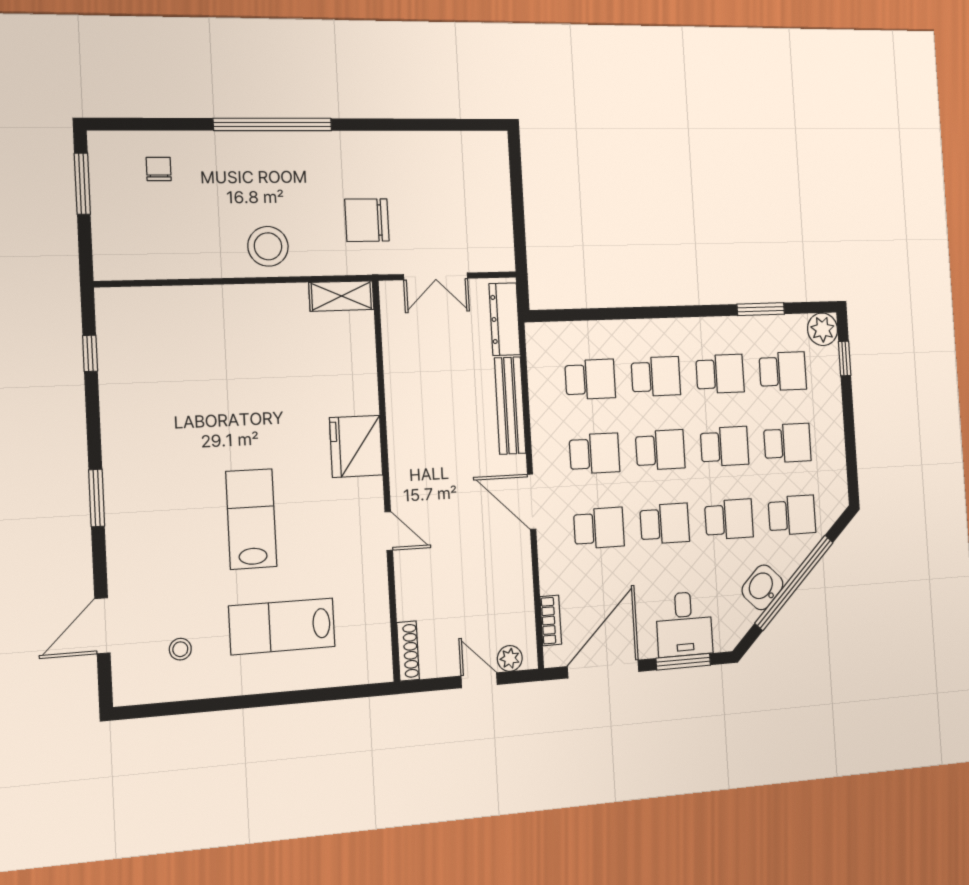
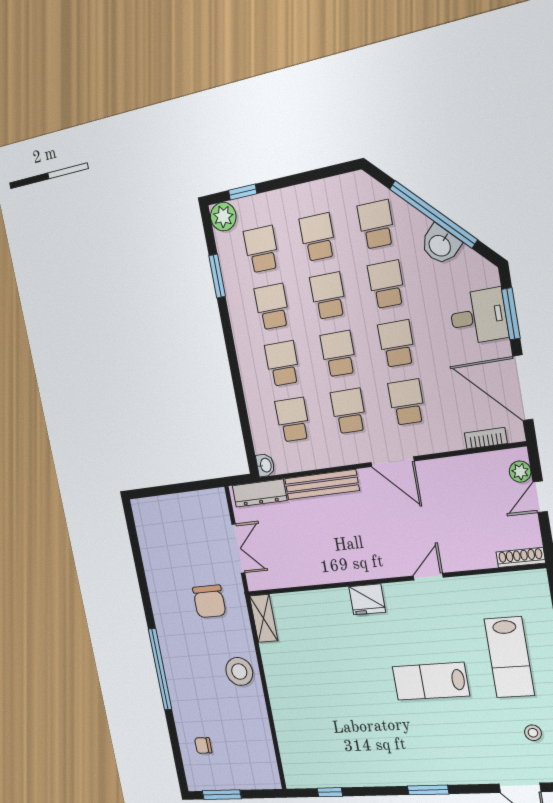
washbasin: (538, 333) -> (265, 465), added
fridge: (356, 446) -> (367, 599), width x0.73, depth x0.75
door: (532, 502) -> (392, 462), hinge flipped

